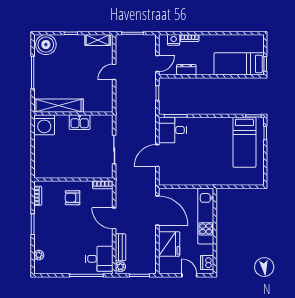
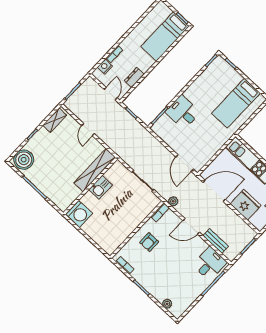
shelving: (59, 106) -> (95, 170), moved
desk: (172, 130) -> (183, 112), moved, turned 90
bed: (244, 142) -> (236, 103), moved, turned 90
door: (157, 156) -> (185, 163), moved
plant: (120, 267) -> (173, 201), moved

